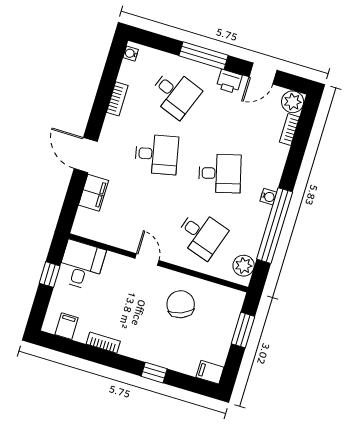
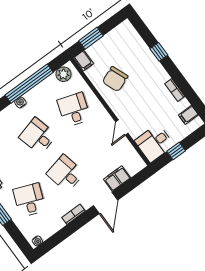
bookcase: (117, 99) -> (73, 214), moved
door: (147, 259) -> (122, 128), moved
filing cabinet: (210, 372) -> (84, 61), moved

